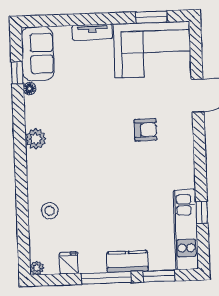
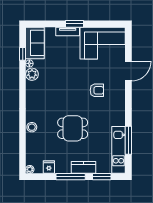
window: (151, 17) -> (75, 24), moved
plant: (36, 139) -> (32, 74), moved
dining table: (107, 196) -> (73, 128), added
stool: (50, 211) -> (32, 127), moved
window: (202, 212) -> (128, 140), width x2.17

